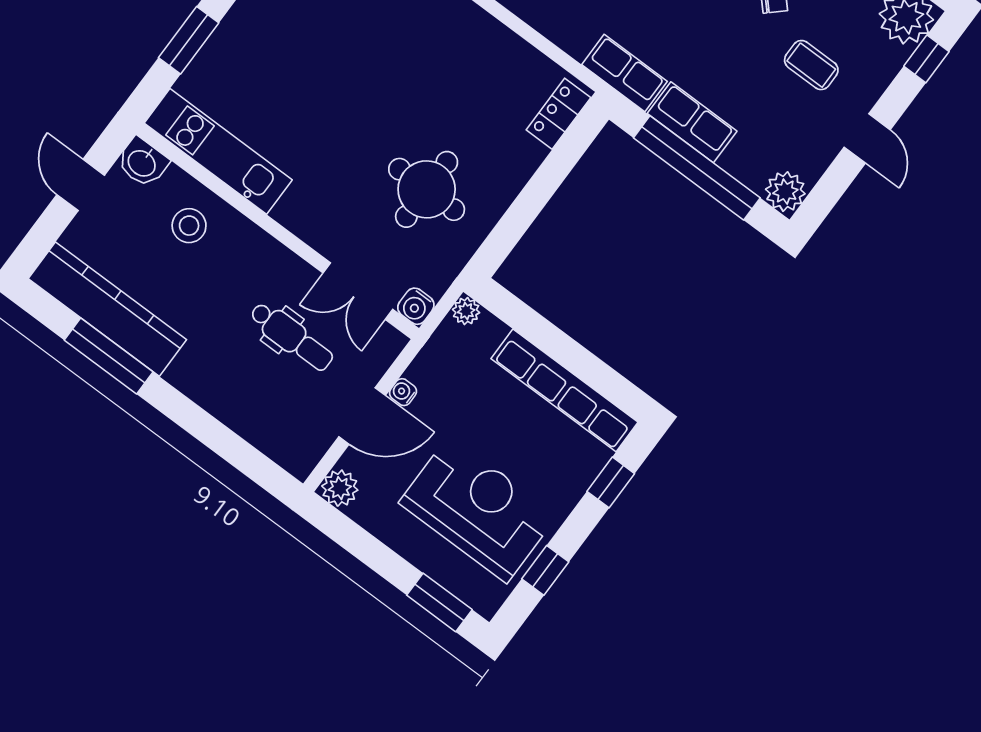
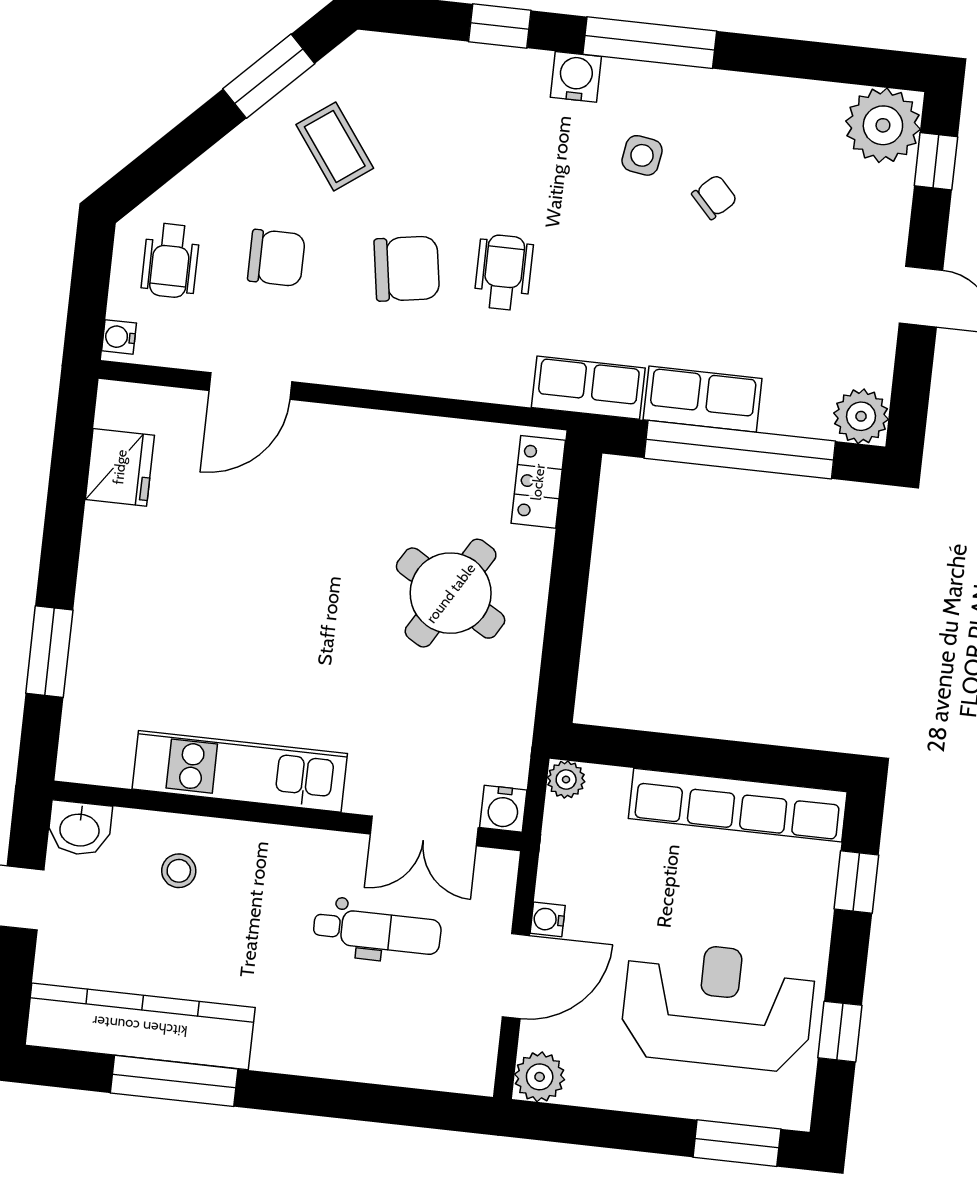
coffee table: (811, 65) -> (804, 249), removed
kitchen unit: (218, 151) -> (240, 771), moved
round table: (427, 189) -> (451, 593), moved, turned 31
stool: (189, 226) -> (179, 871), width x0.73, depth x0.73

